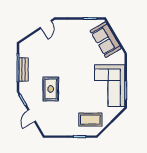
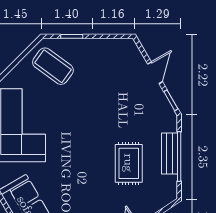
rug: (51, 89) -> (129, 163), moved
coffee table: (90, 119) -> (53, 66), turned 36

